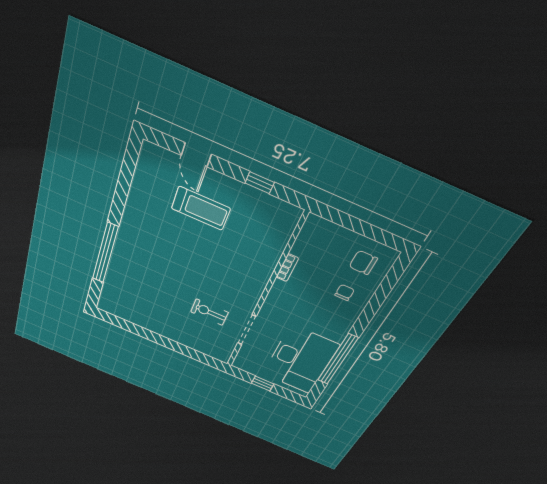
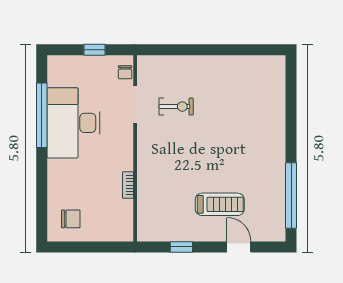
treadmill: (201, 208) -> (220, 204), turned 180
window: (105, 253) -> (291, 195), moved
chair: (345, 293) -> (125, 72), moved
desk: (300, 360) -> (74, 123), moved

